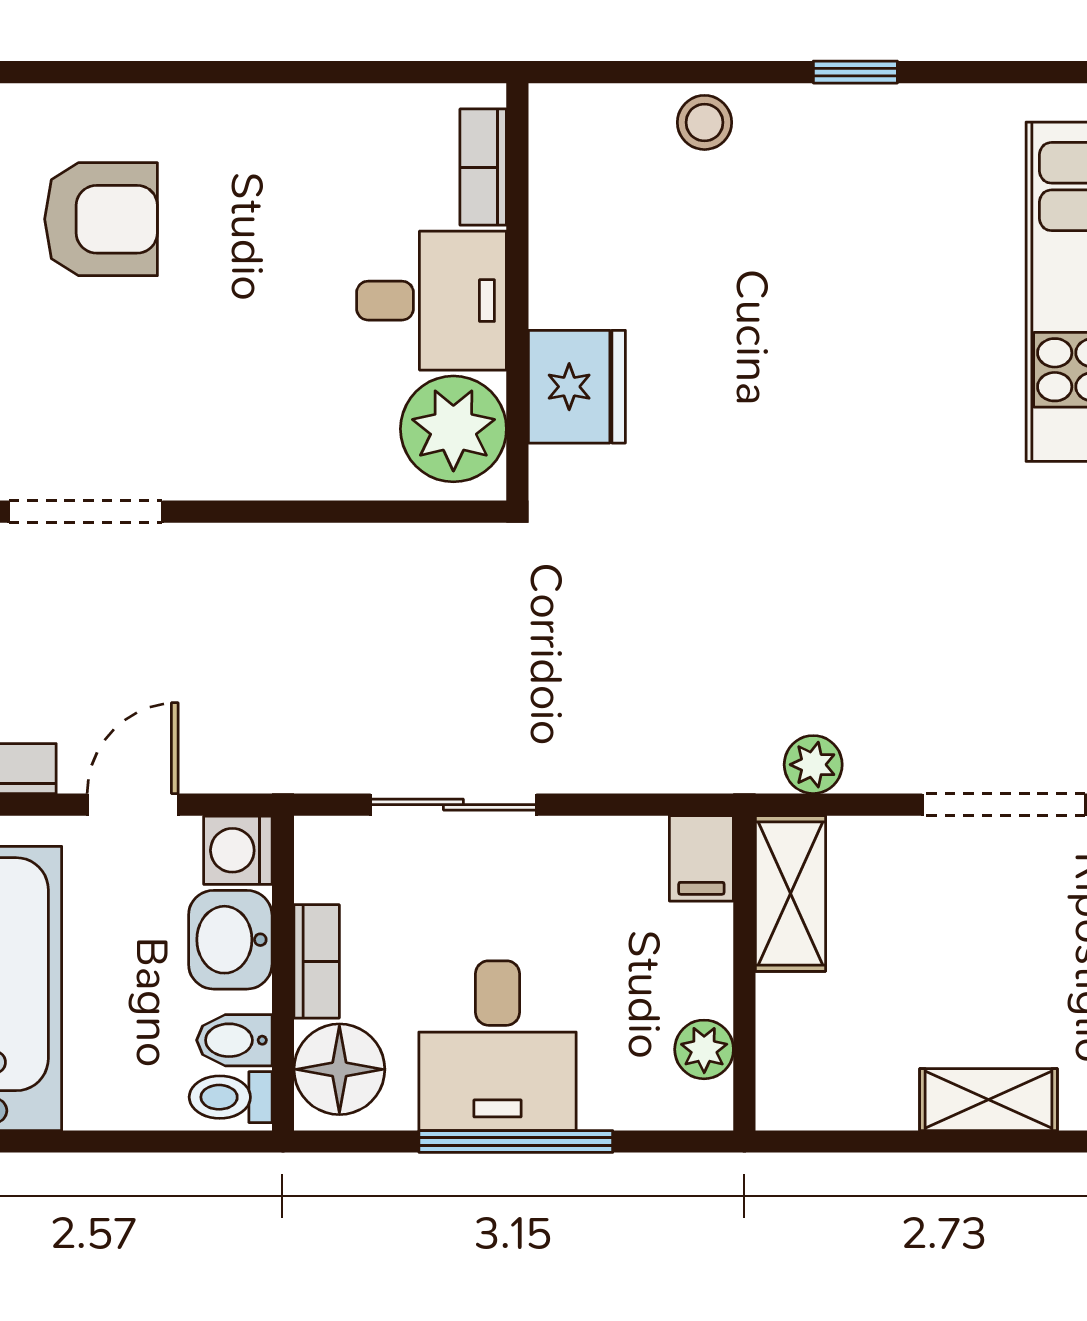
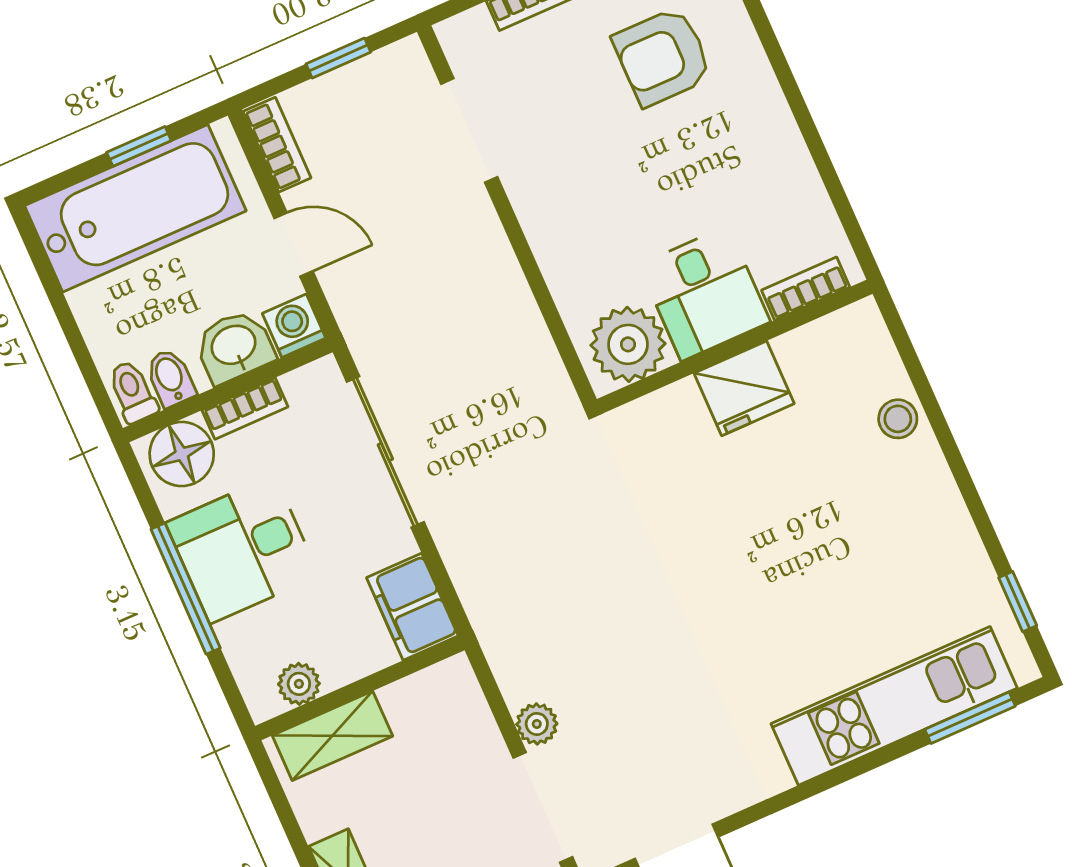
window: (855, 72) -> (1018, 602), moved
armchair: (101, 219) -> (663, 57), turned 90
fridge: (577, 387) -> (744, 388), moved
plant: (813, 765) -> (537, 724), moved
sliding door: (453, 805) -> (385, 452), width x1.37
filing cabinet: (701, 858) -> (412, 607), width x2.00
shelving: (790, 893) -> (332, 736), moved

